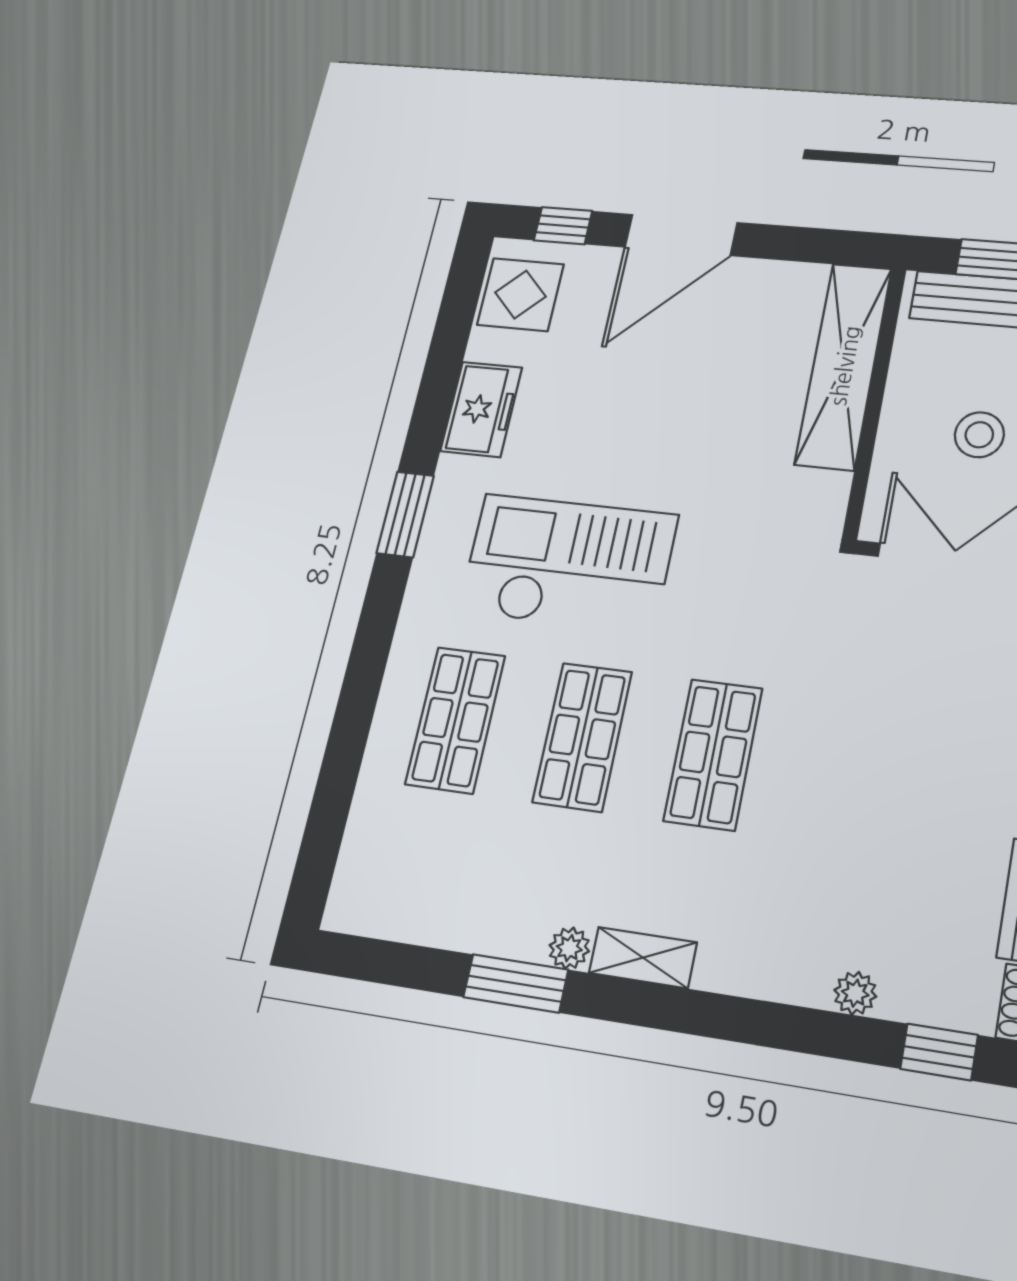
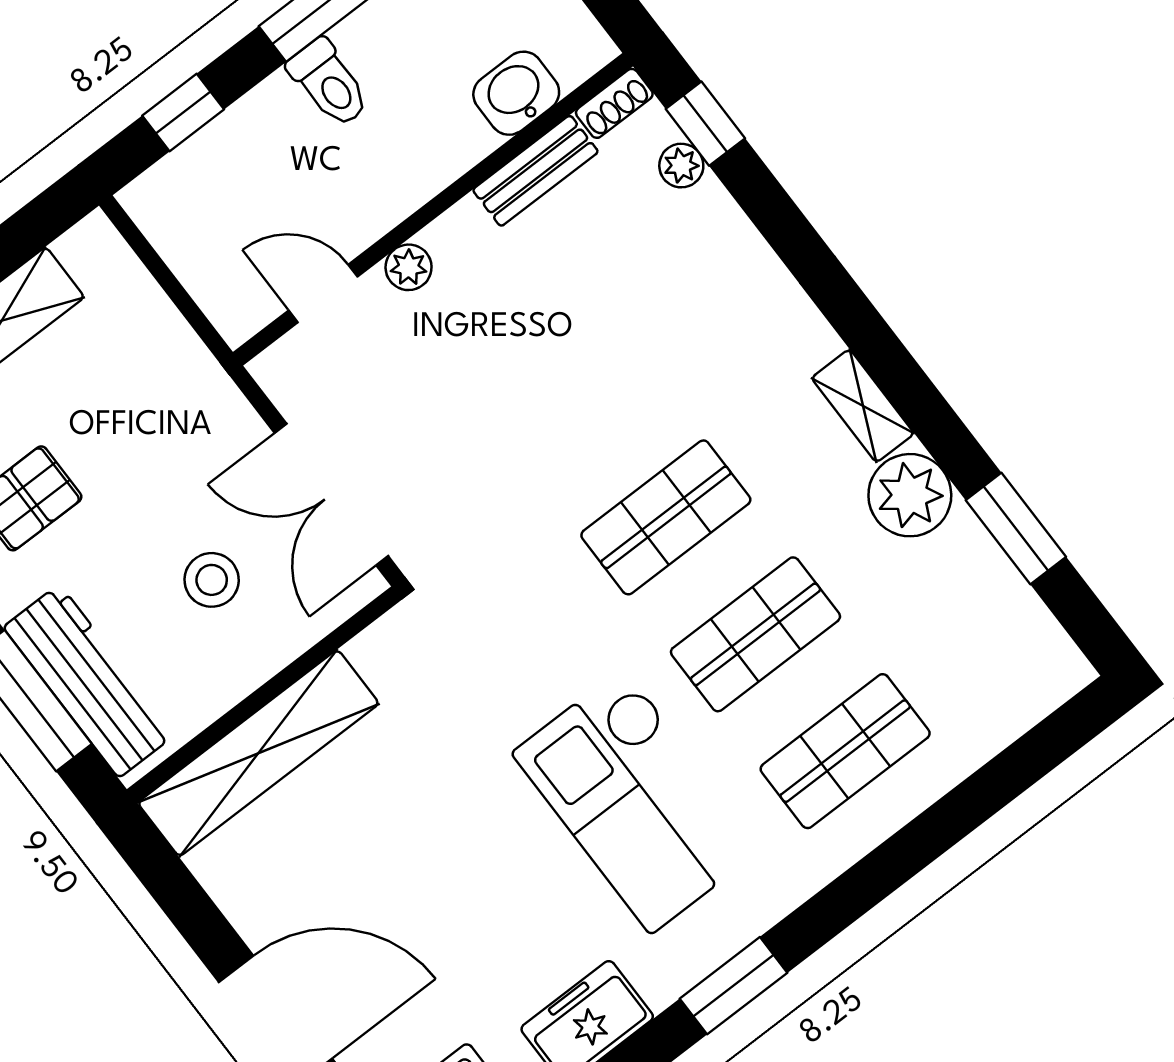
plant: (569, 948) -> (910, 495), width x1.88, depth x1.88
window: (516, 983) -> (1016, 528), moved
plant: (855, 993) -> (681, 166), moved

